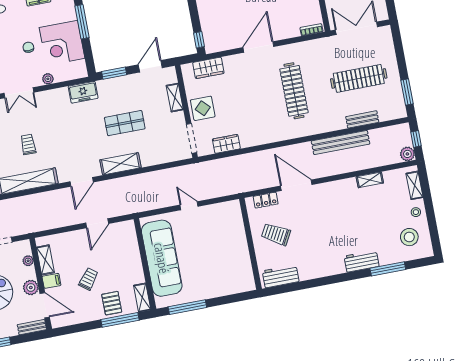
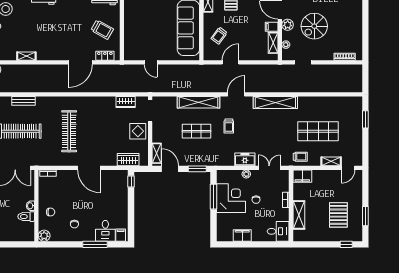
window: (82, 22) -> (214, 197), moved
door: (258, 47) -> (89, 168), hinge flipped
door: (150, 66) -> (170, 169), swing flipped
freezer: (83, 92) -> (245, 159), moved
shelving: (175, 98) -> (157, 153), moved
bench: (341, 142) -> (42, 87), removed
trolley: (28, 144) -> (229, 126), moved
shelving: (120, 164) -> (199, 102), width x1.47
door: (296, 185) -> (81, 62), hinge flipped
door: (189, 206) -> (151, 62), moved
trolley: (88, 279) -> (219, 36), moved

